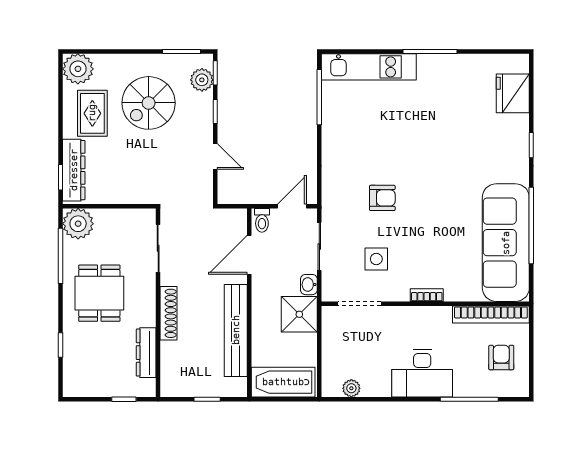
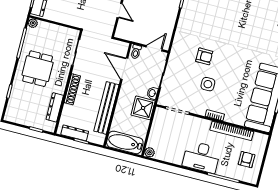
plant: (78, 224) -> (33, 23), width x0.53, depth x0.53
door: (249, 255) -> (124, 69), hinge flipped
side table: (376, 259) -> (208, 84), moved
bookcase: (491, 315) -> (232, 131), moved
dresser: (192, 388) -> (75, 133), added
plant: (351, 388) -> (150, 152), moved

